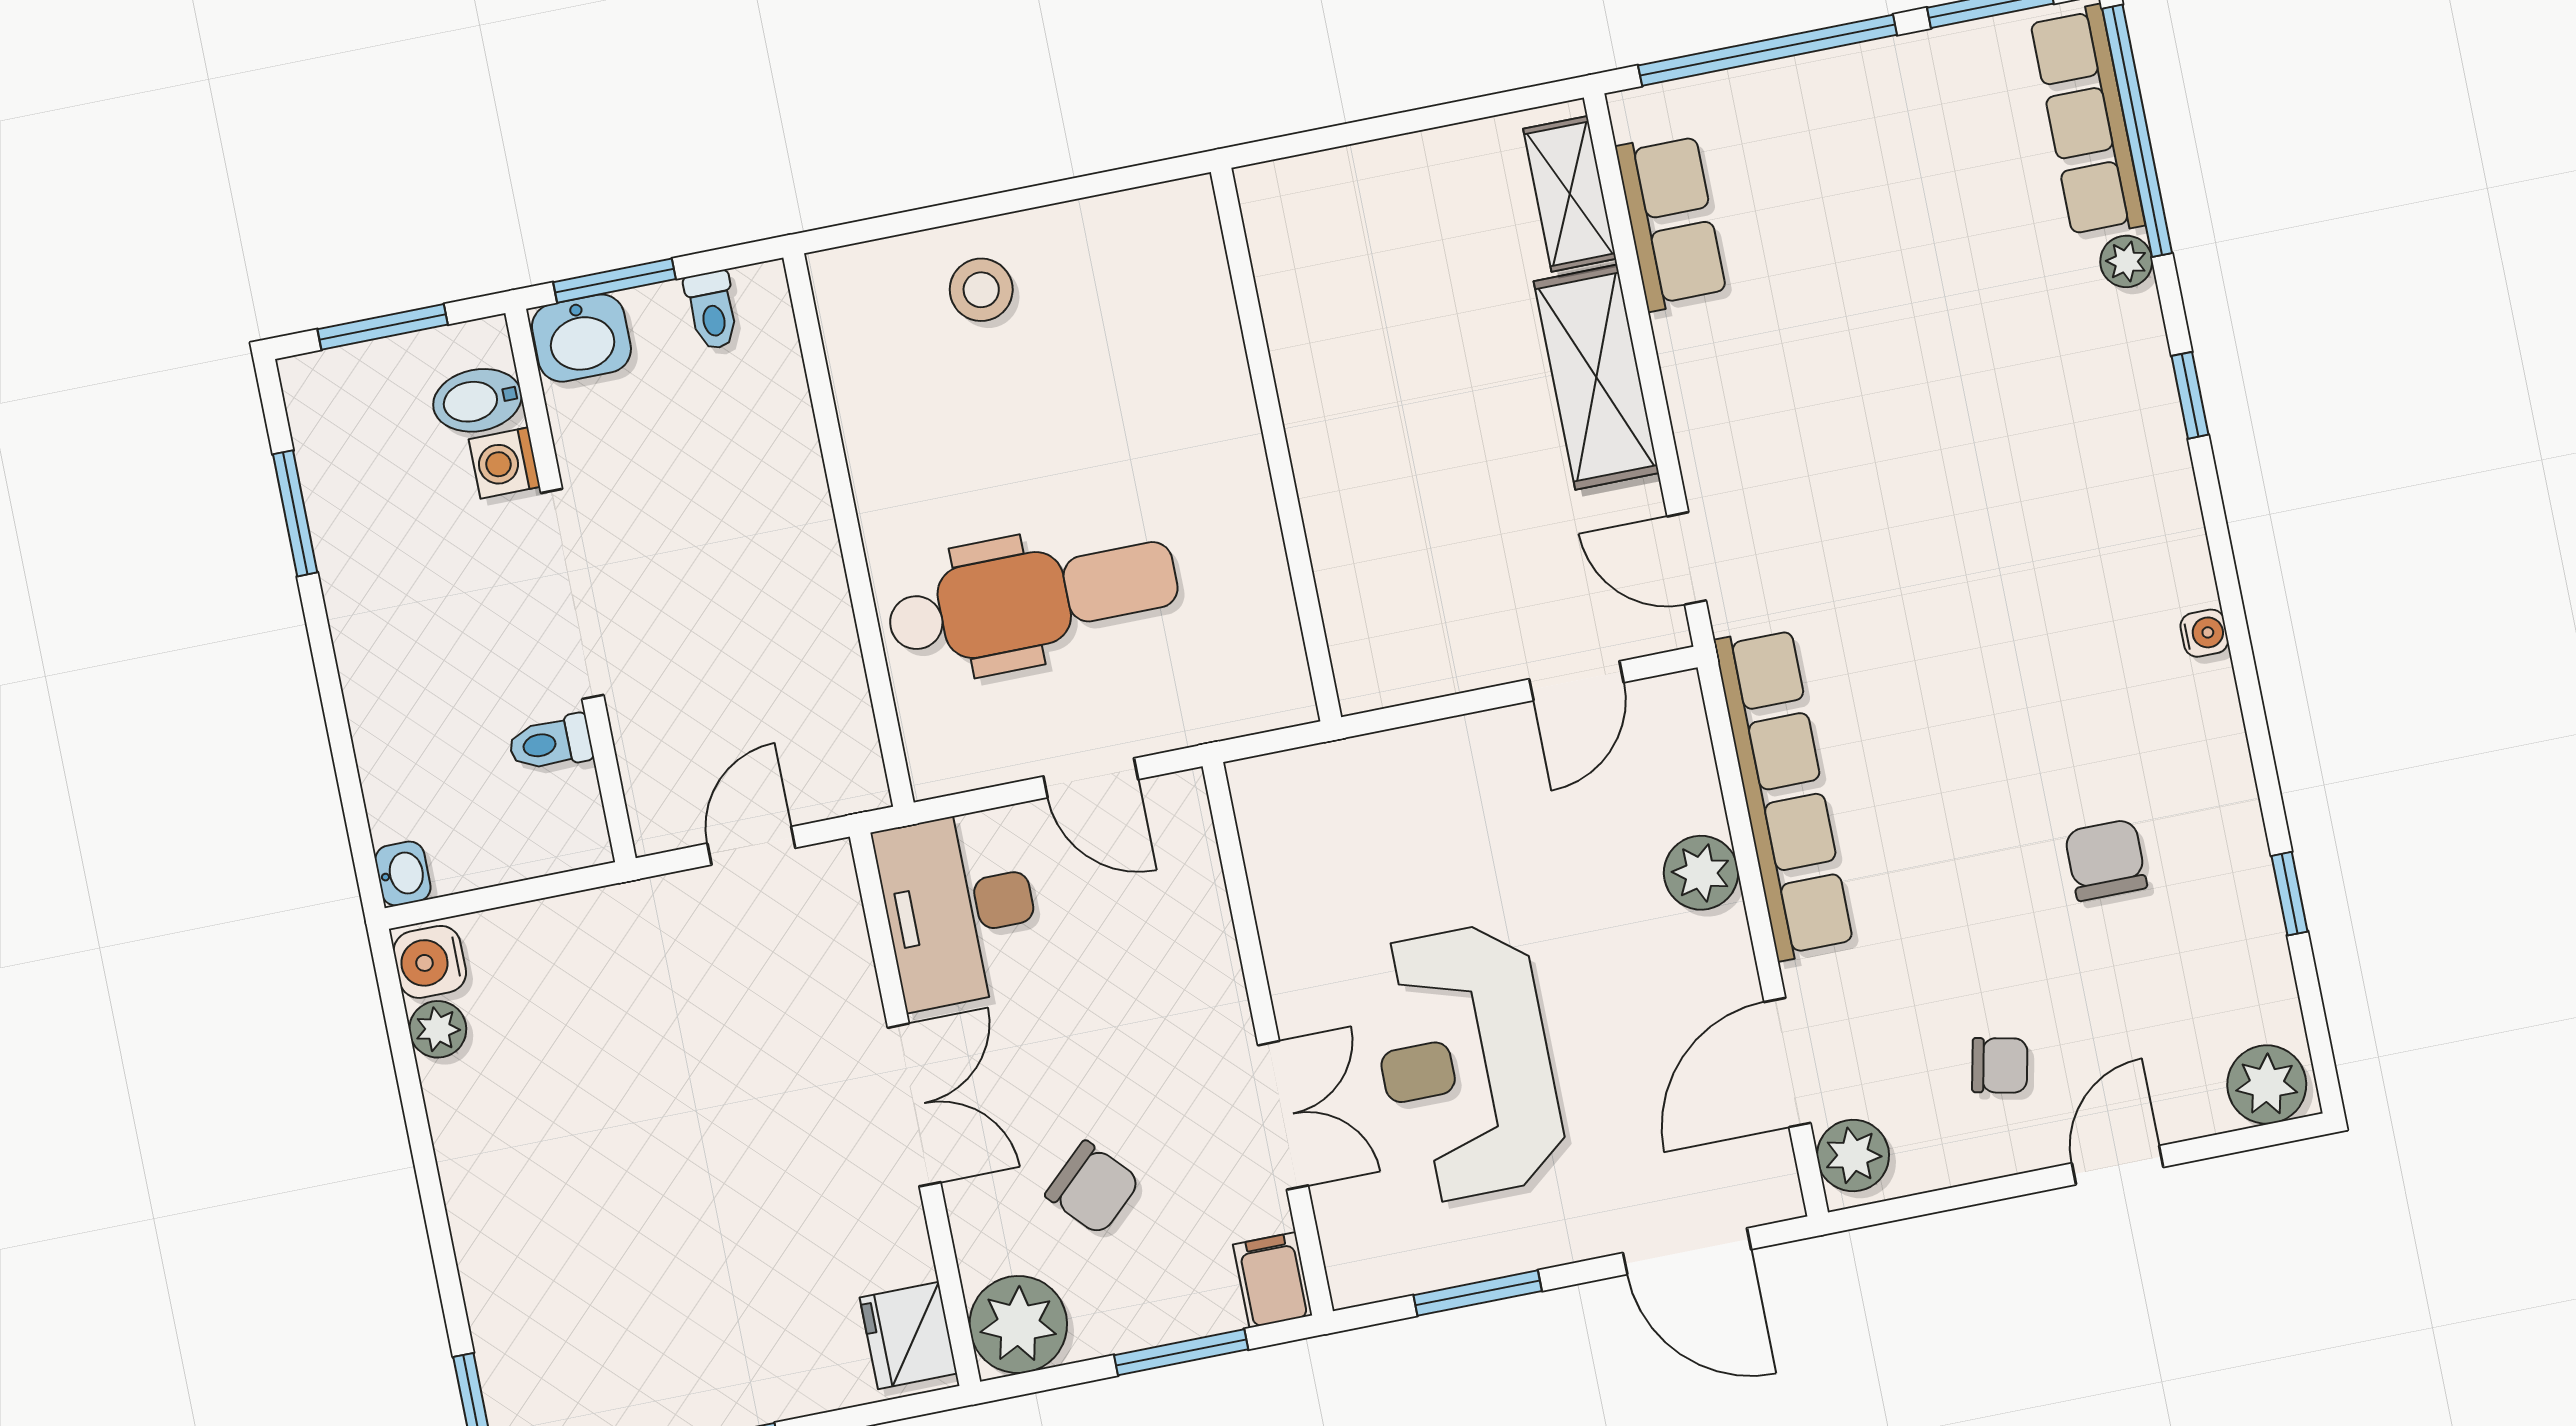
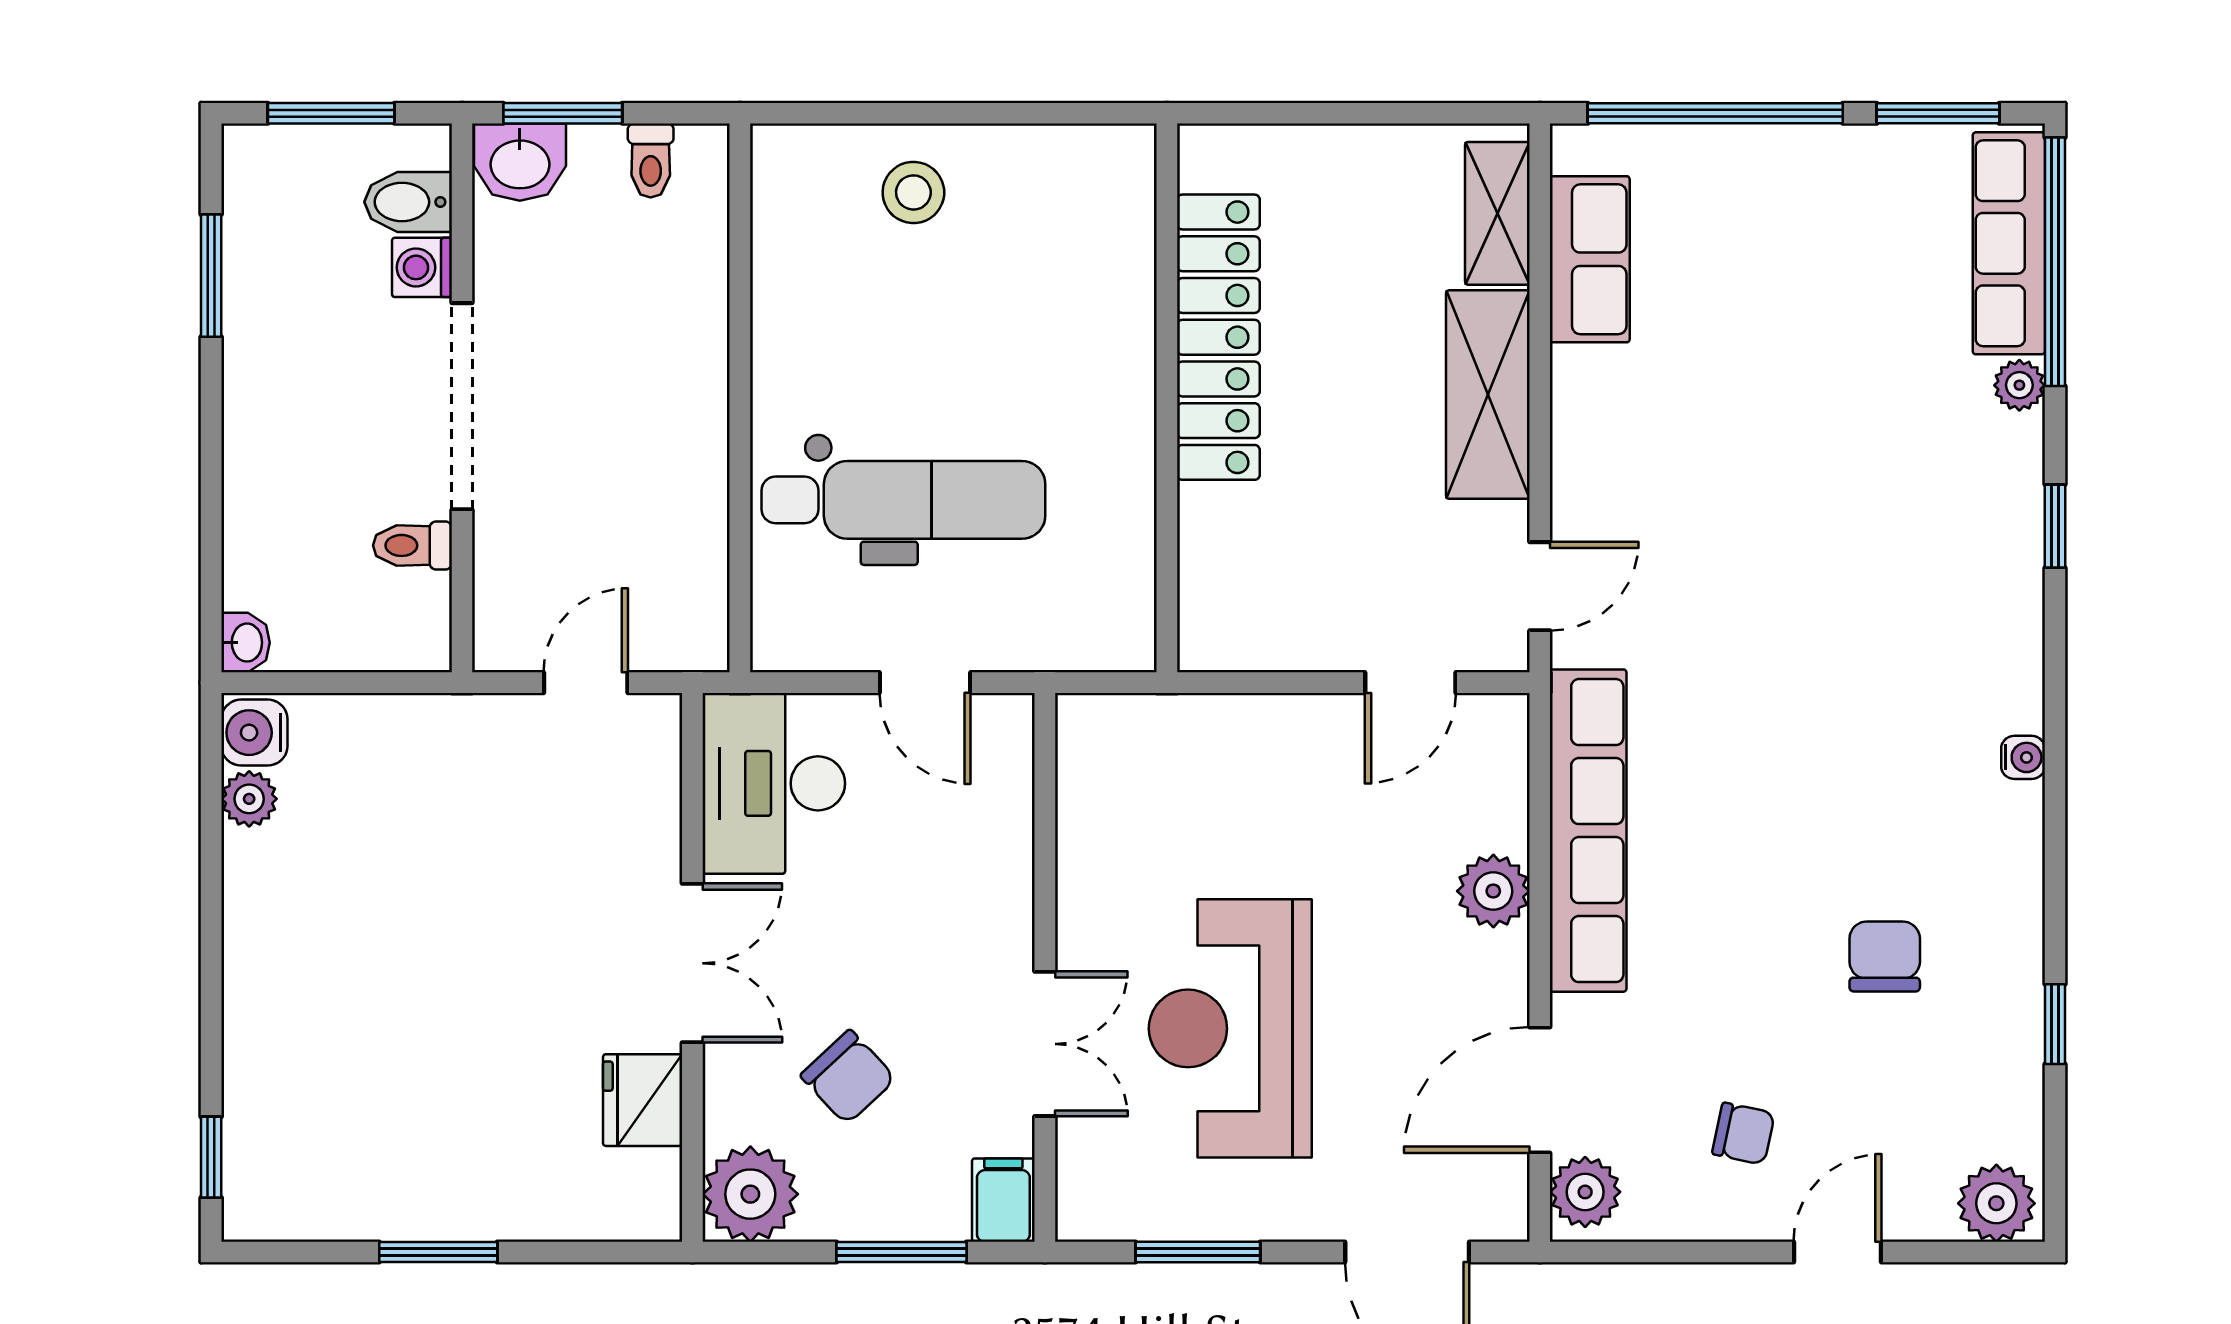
locker: (1315, 374) -> (1218, 337), added
door: (1687, 558) -> (1540, 586), swing flipped
fridge: (908, 1335) -> (643, 1100), moved

